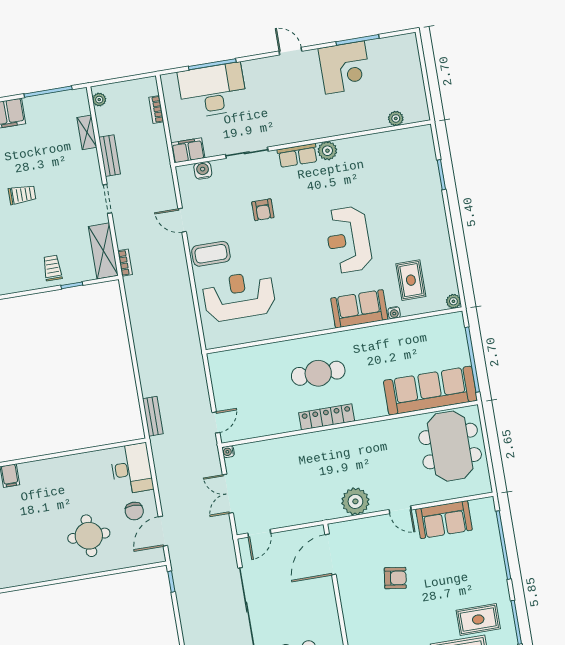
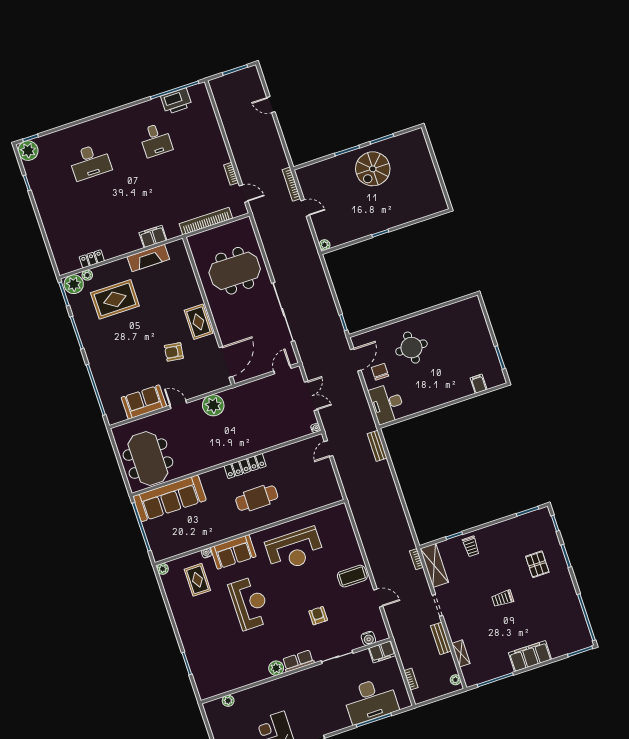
reception desk: (239, 296) -> (295, 549), moved
rug: (478, 620) -> (198, 322), moved, turned 90

